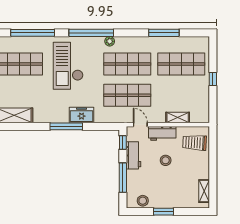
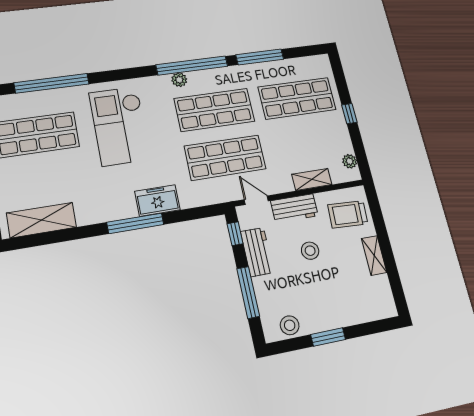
window: (91, 33) -> (192, 66), moved
plant: (205, 110) -> (350, 161), added
shelving: (204, 191) -> (374, 255), moved

